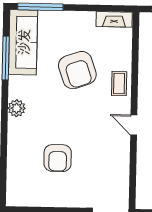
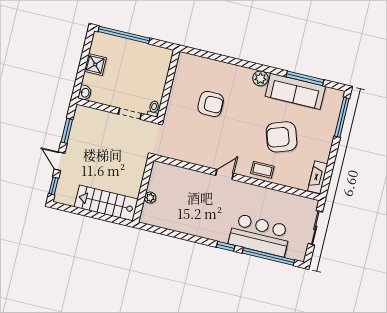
sofa: (23, 42) -> (295, 91), moved
armchair: (58, 158) -> (211, 104), turned 180

